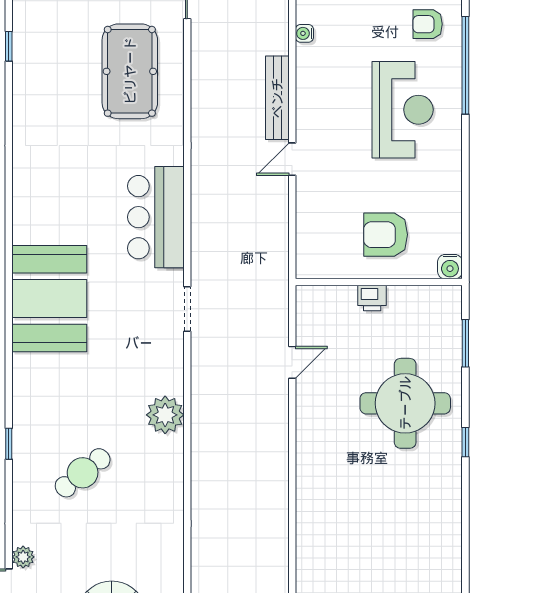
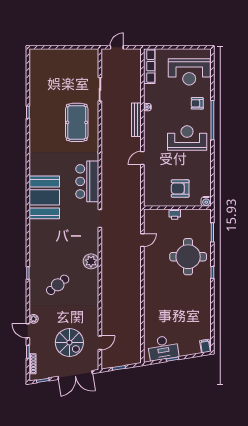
bench: (277, 98) -> (136, 120), moved
reception desk: (403, 110) -> (187, 138), turned -90
booth: (49, 299) -> (44, 197), moved

